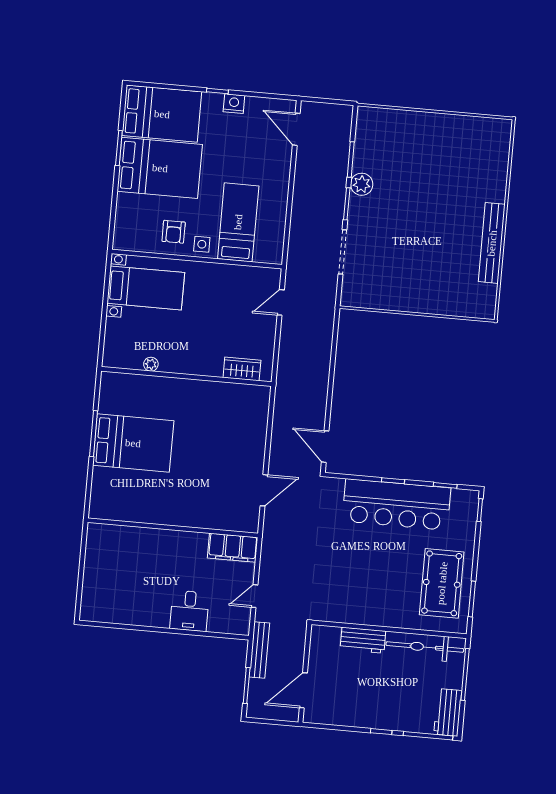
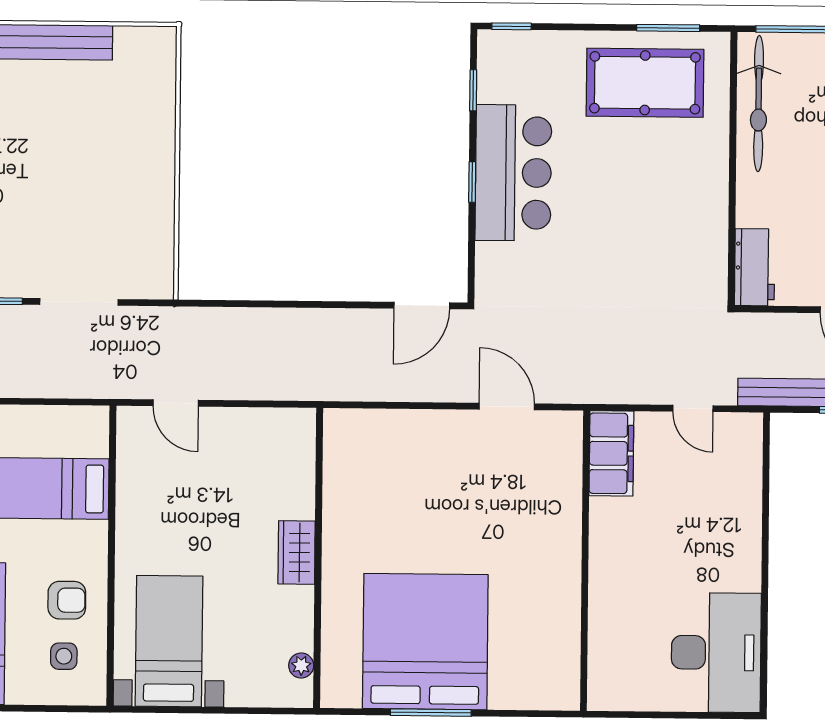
side table: (202, 244) -> (64, 656), moved
plant: (151, 364) -> (301, 666), moved
wardrobe: (242, 369) -> (297, 553), moved
bed: (133, 443) -> (425, 642), width x1.36
bar counter: (396, 505) -> (513, 173), width x0.73
desk: (189, 611) -> (716, 653), moved, width x1.87, depth x1.30
workbench: (363, 640) -> (755, 267), moved

